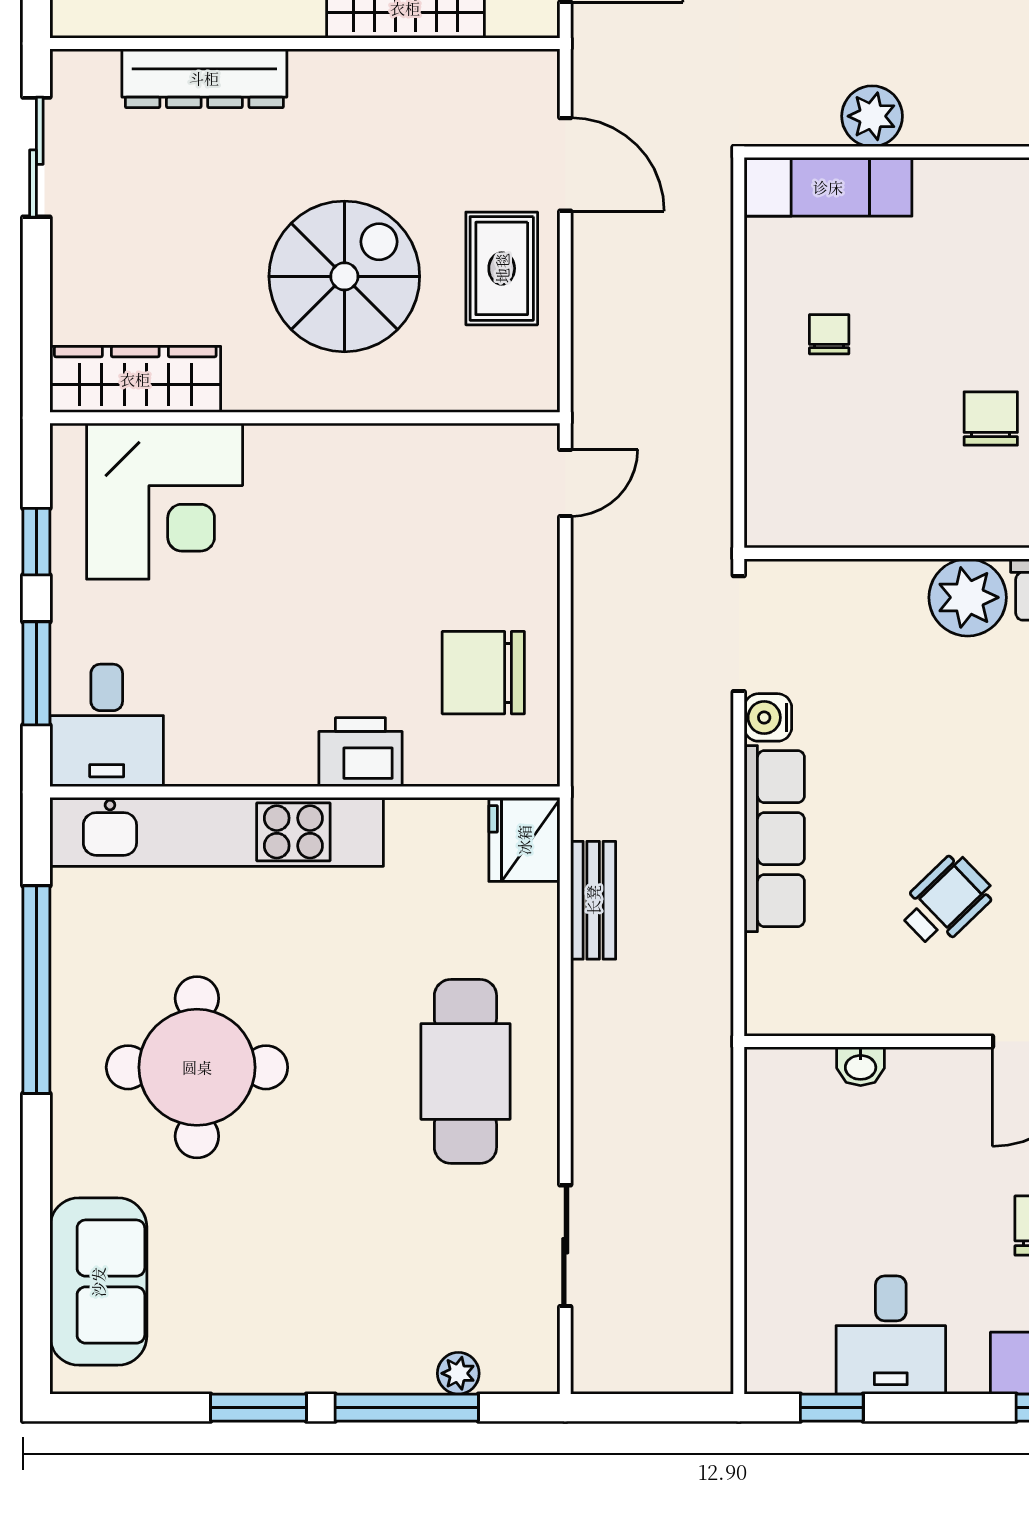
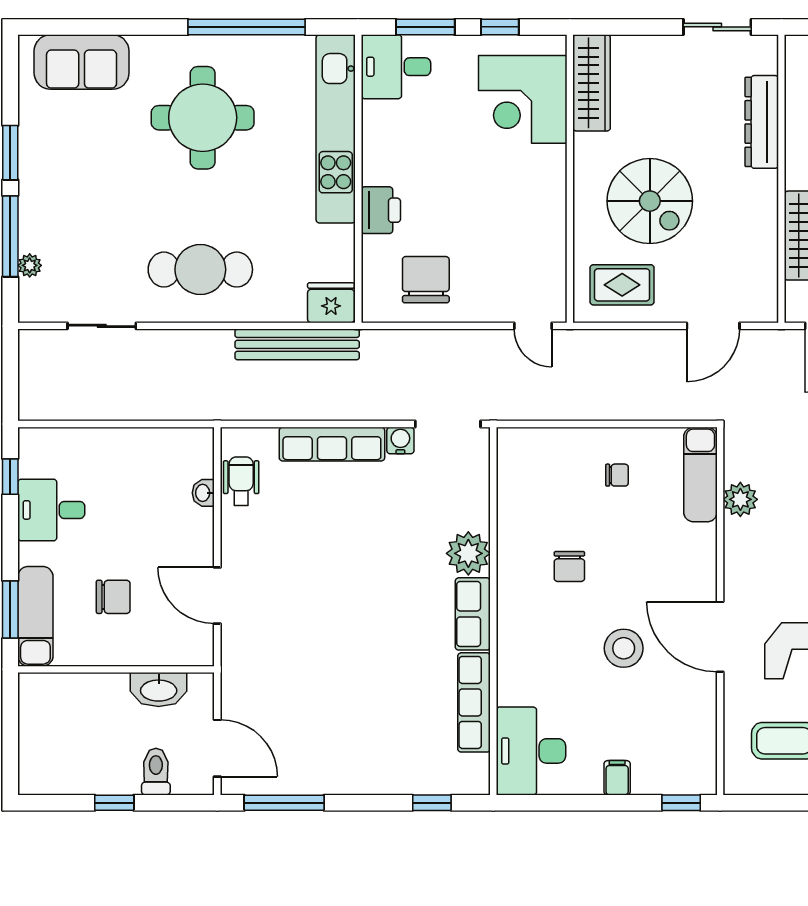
rug: (502, 268) -> (622, 285), moved
chair: (991, 419) -> (569, 566), turned 90
bench: (593, 900) -> (297, 344), width x1.86, depth x1.21
wheelchair: (946, 901) -> (241, 481), moved, turned -136

